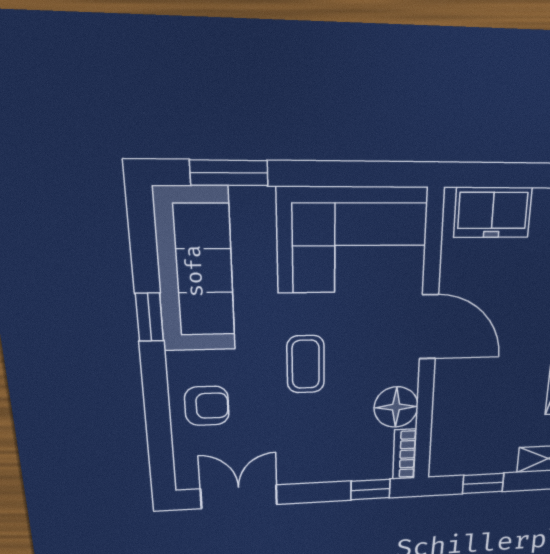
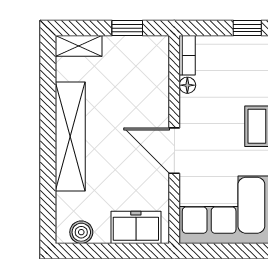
floor lamp: (396, 407) -> (187, 85), width x0.53, depth x0.53
window: (371, 490) -> (247, 28), moved

